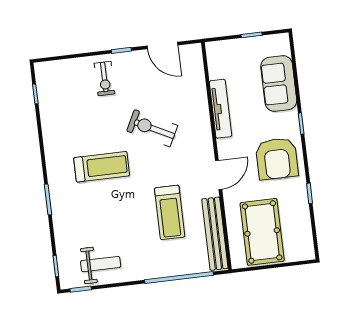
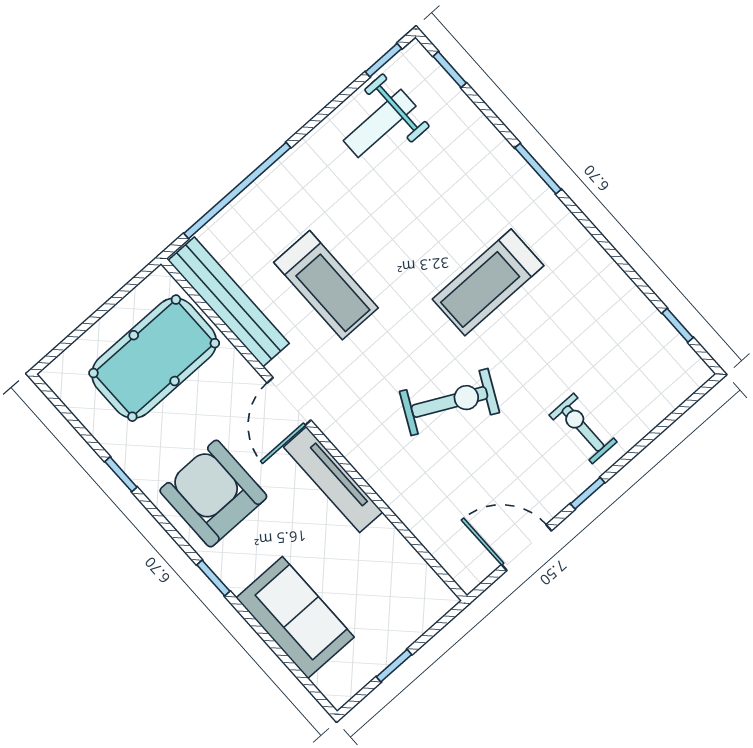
tv unit: (221, 109) -> (333, 480), moved
treadmill: (170, 212) -> (326, 285), turned 180
pool table: (262, 232) -> (154, 358), turned 90

